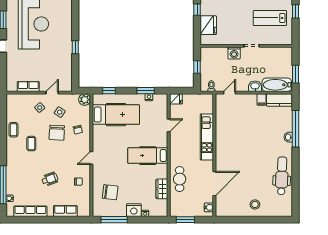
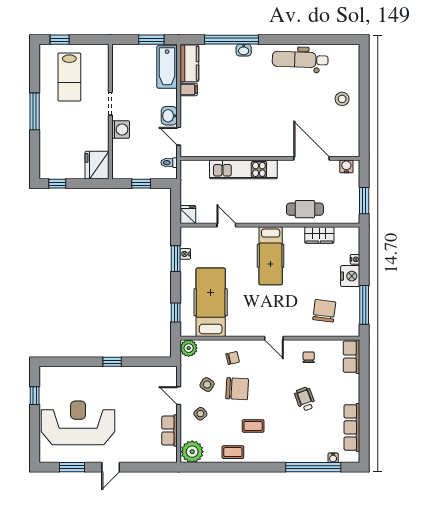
fridge: (208, 25) -> (97, 165), moved, turned -90
washbasin: (255, 86) -> (169, 116), moved
plant: (14, 102) -> (192, 452), added
row of seats: (65, 211) -> (352, 357), moved

